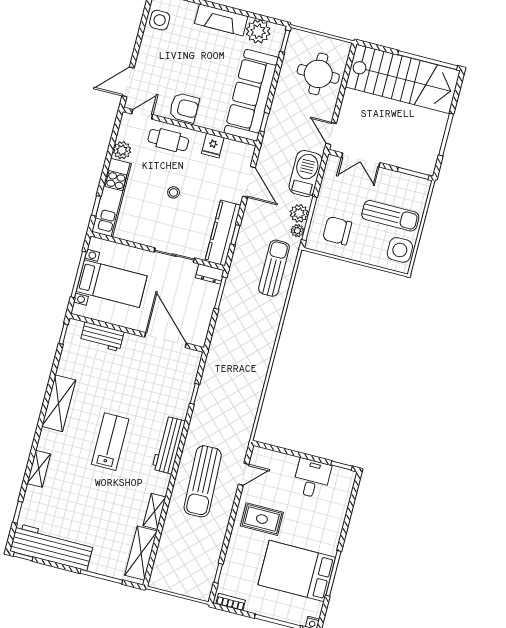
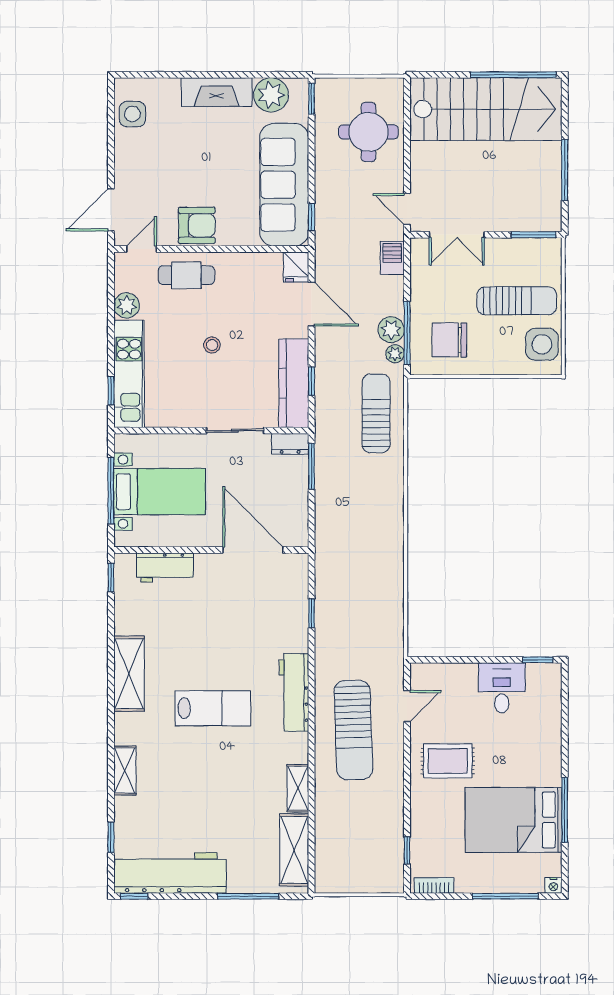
fridge: (213, 145) -> (296, 267), moved
barbecue: (306, 173) -> (392, 258), width x0.53, depth x0.65
lab bench: (110, 442) -> (213, 708), turned 90

